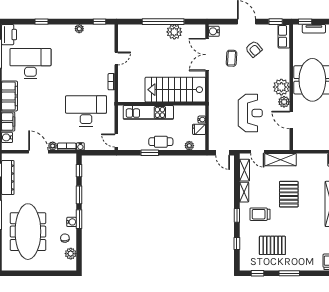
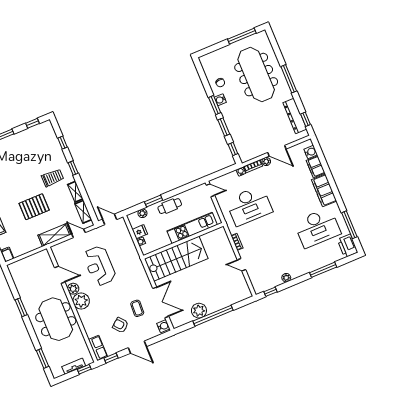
window: (41, 22) -> (323, 270), width x2.17
door: (116, 58) -> (241, 265), hinge flipped
window: (150, 153) -> (154, 201), moved
pallet: (289, 194) -> (34, 207), turned 90
pallet: (272, 245) -> (30, 154), removed
plant: (71, 254) -> (209, 71), removed
window: (26, 273) -> (242, 36), added

